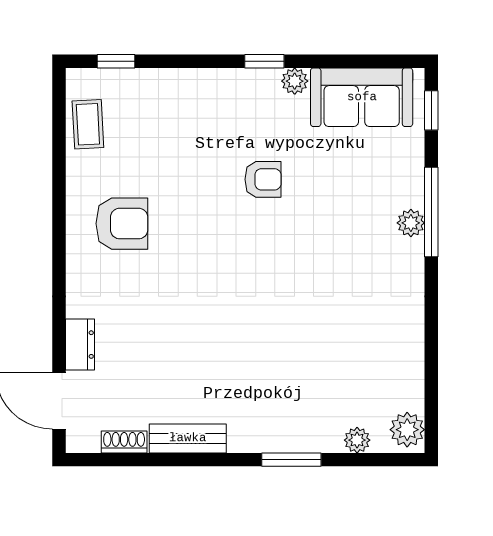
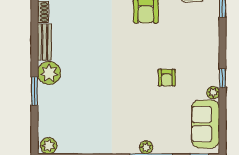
plant: (357, 440) -> (49, 73), moved, width x1.88, depth x1.88

